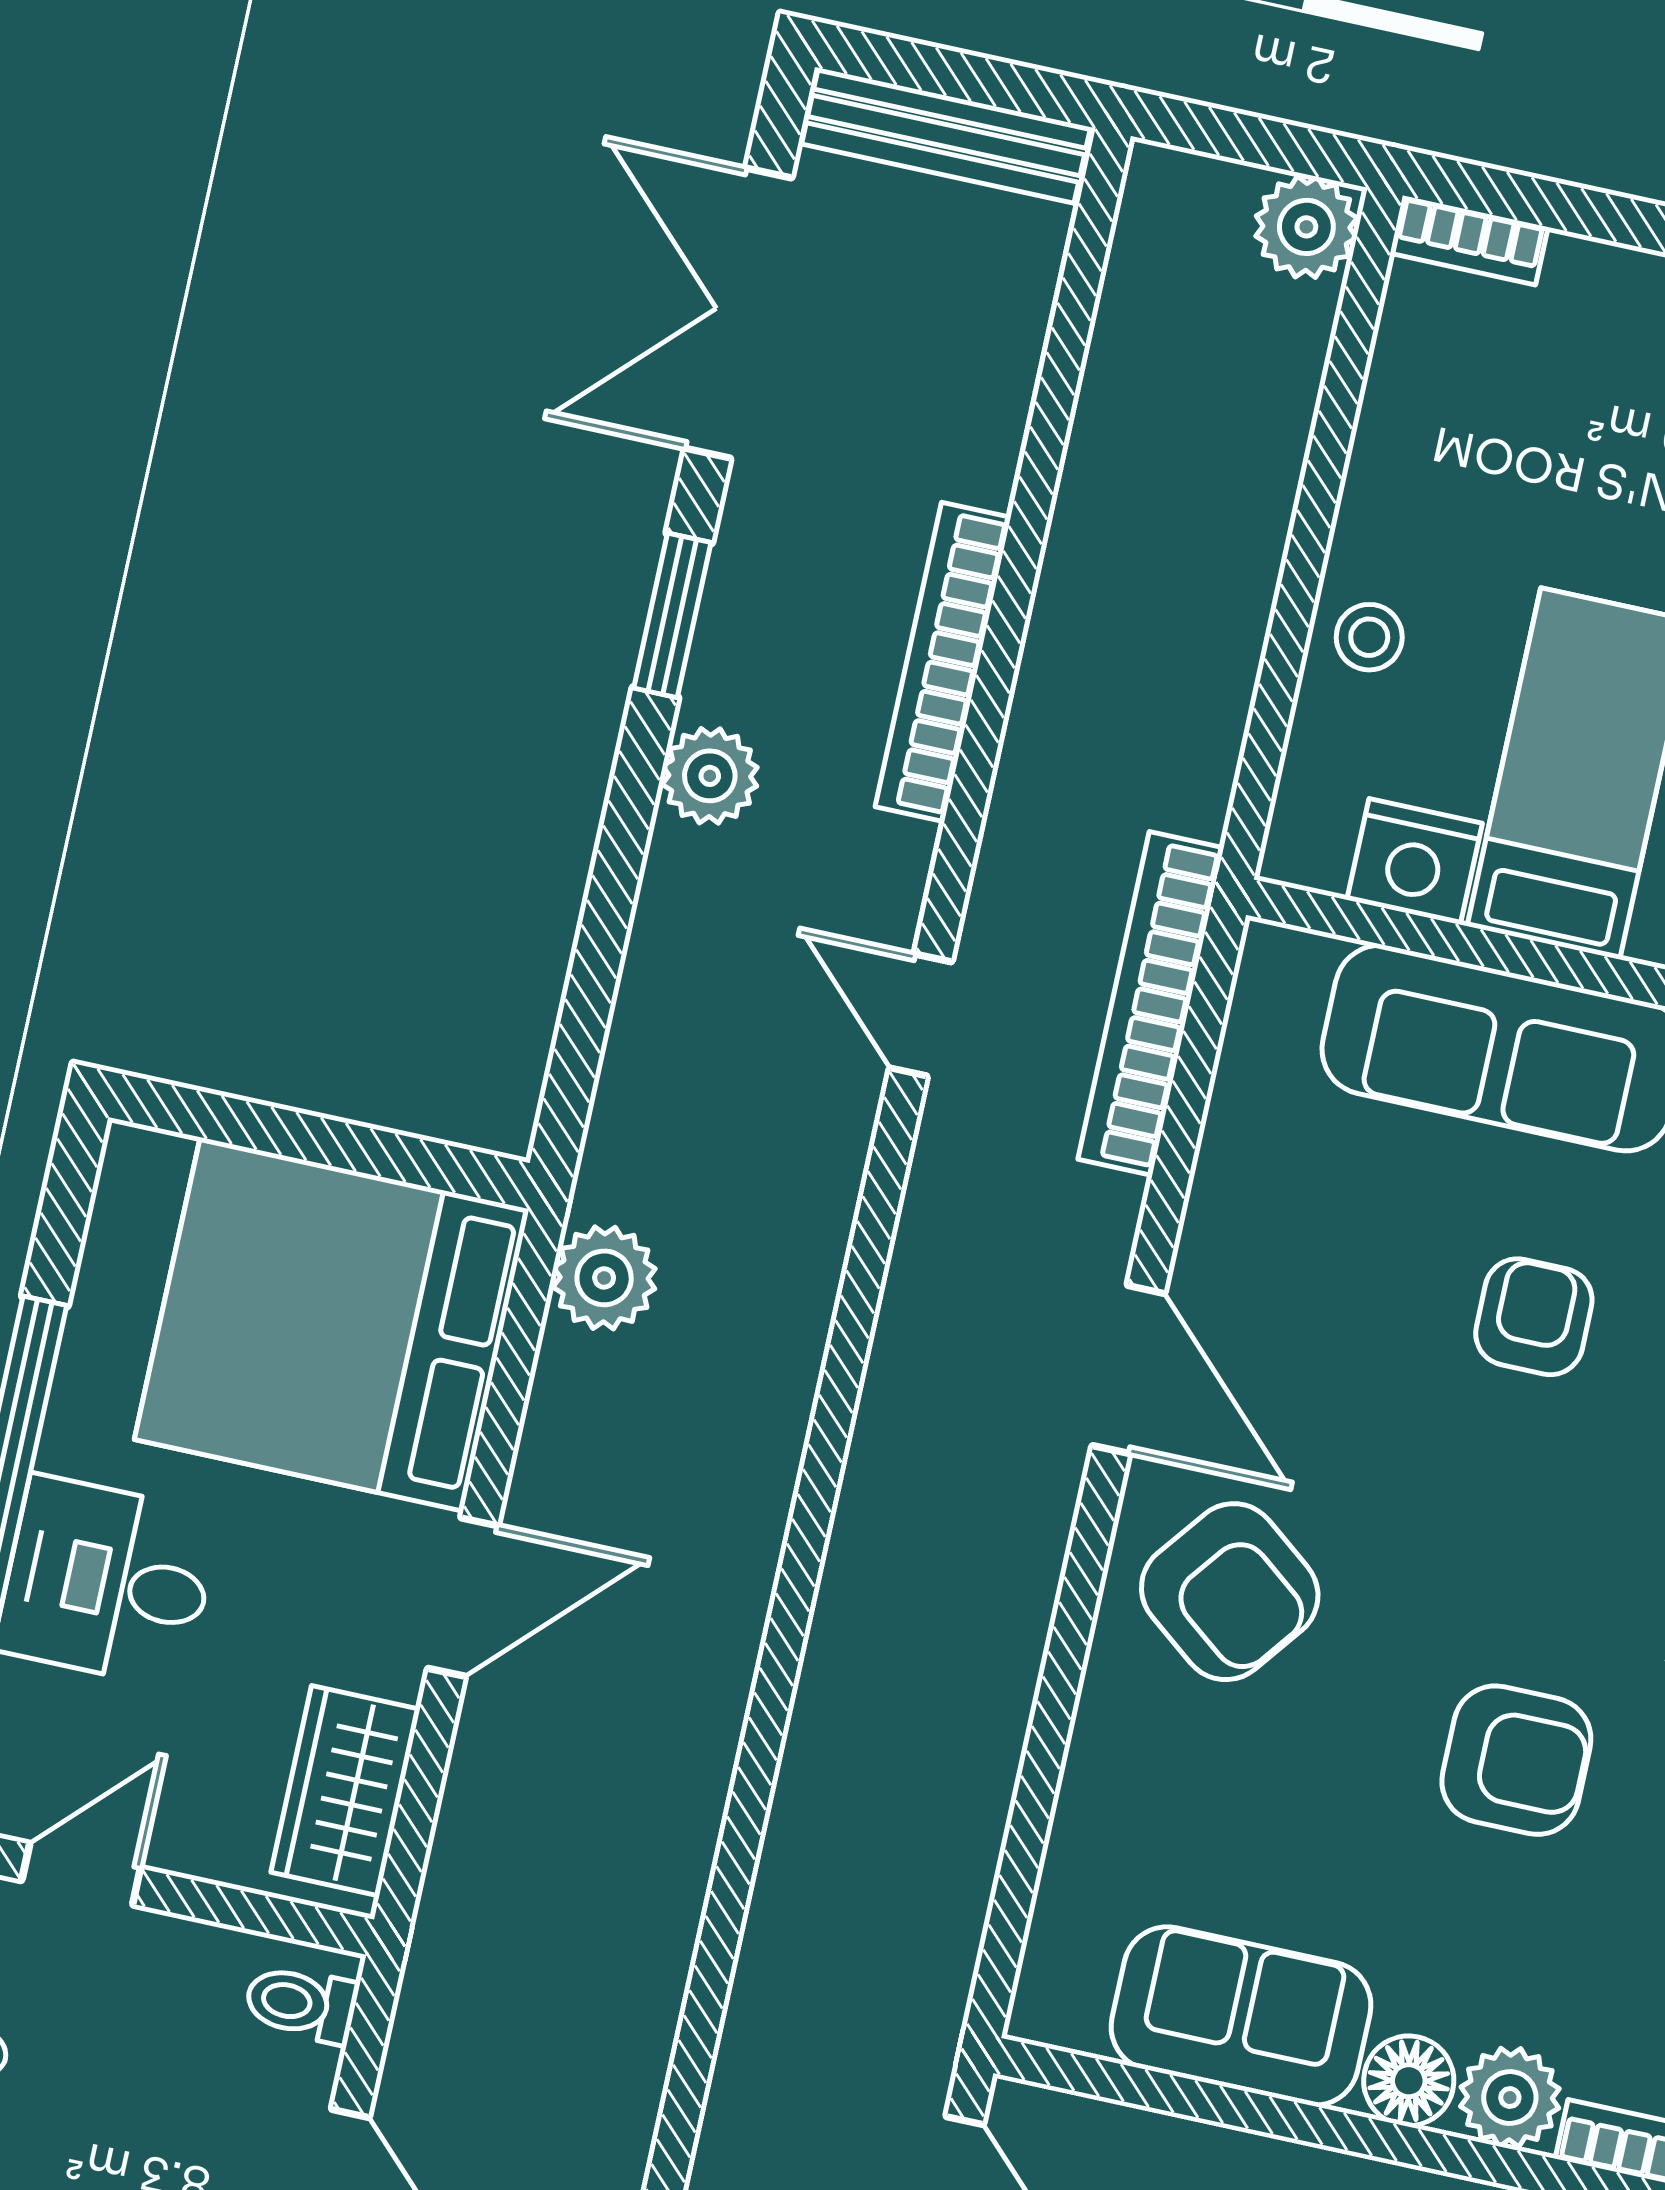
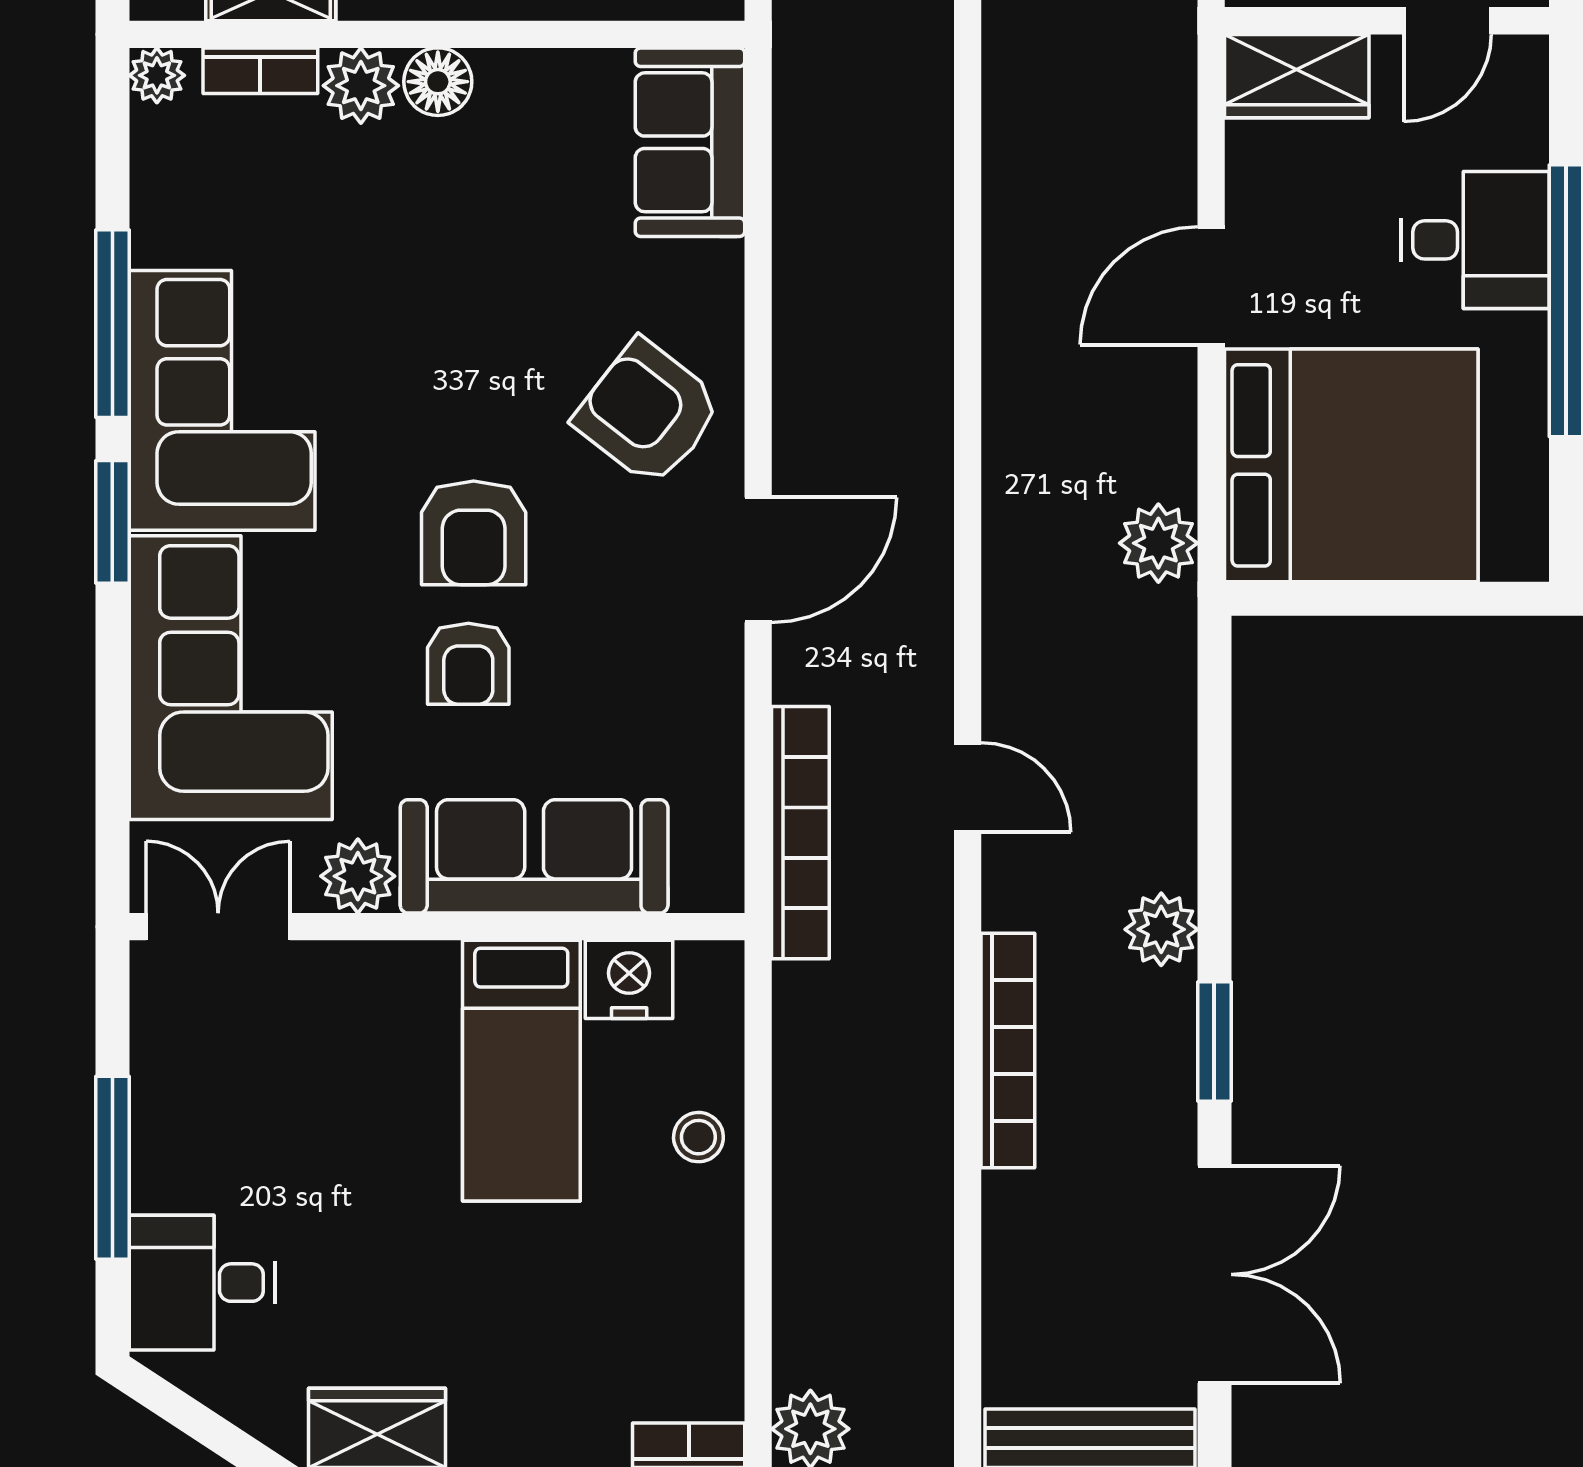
door: (1128, 1369) -> (758, 560), swing flipped
armchair: (1516, 1760) -> (474, 533), moved, turned -90
wardrobe: (345, 1791) -> (1297, 76), moved, turned 90
sofa: (1241, 2016) -> (690, 142), moved, turned 90

